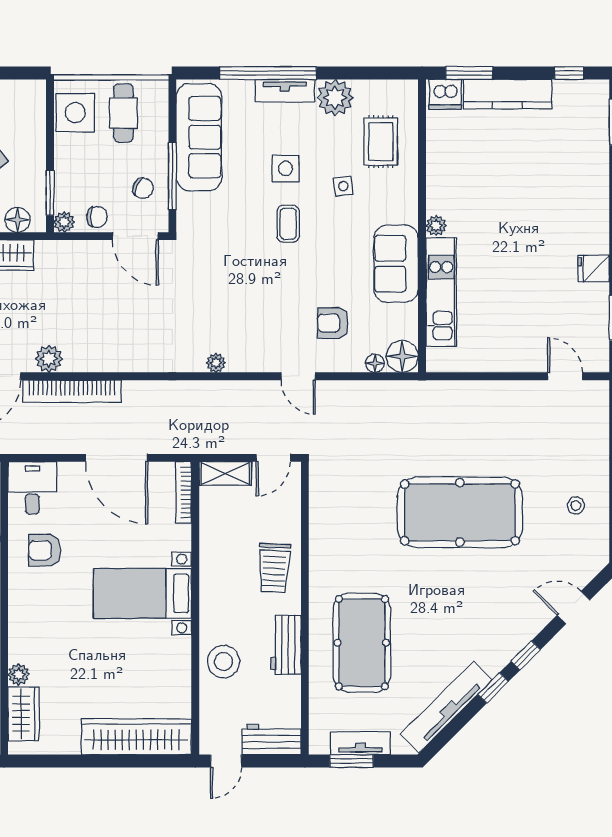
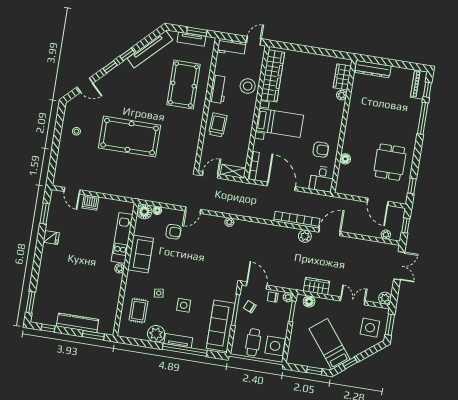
dishwasher: (445, 94) -> (90, 202), moved, turned 180
coffee table: (288, 224) -> (187, 280), removed
door: (298, 376) -> (193, 210), swing flipped
wardrobe: (136, 737) -> (273, 76), moved, turned -90

